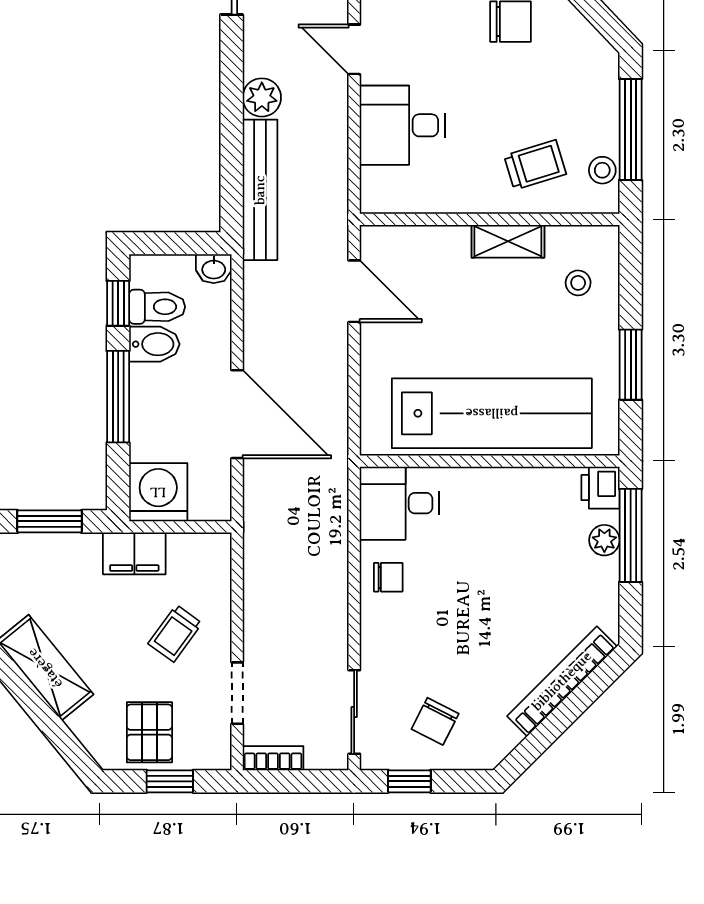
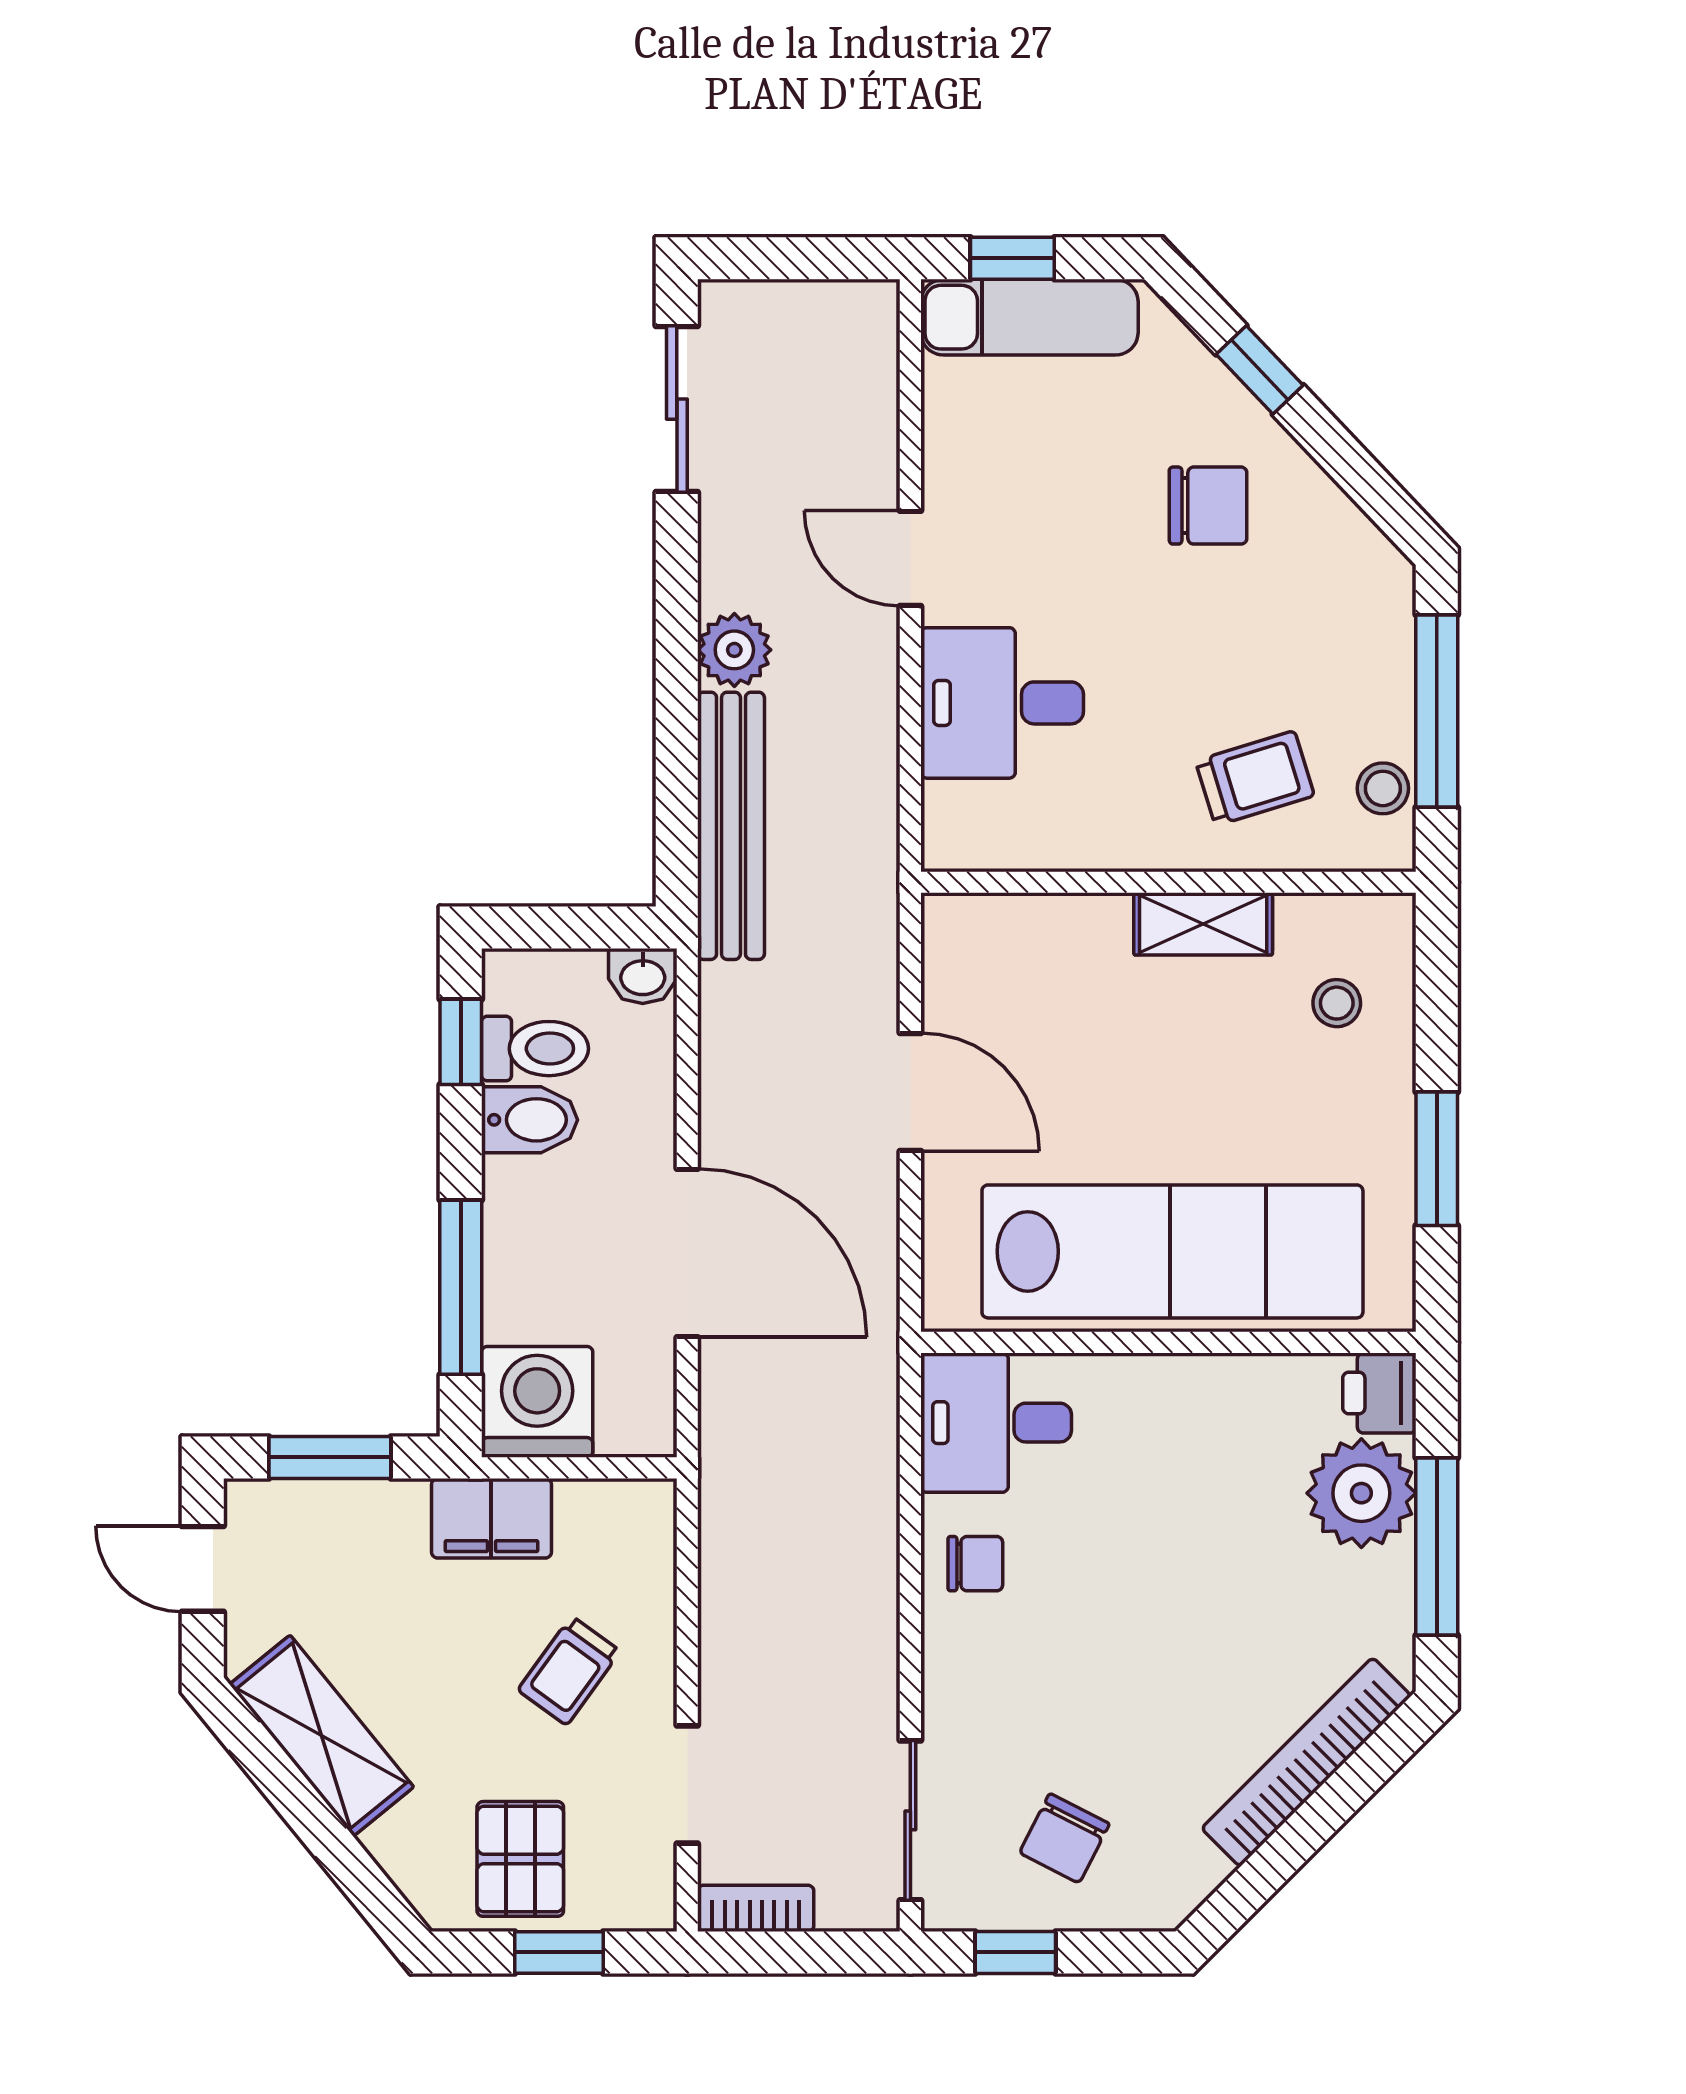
door: (354, 291) -> (910, 1092), moved
window: (118, 397) -> (461, 1287), moved
window: (631, 535) -> (1437, 1546), moved
plant: (604, 540) -> (1361, 1493), width x1.87, depth x1.87

